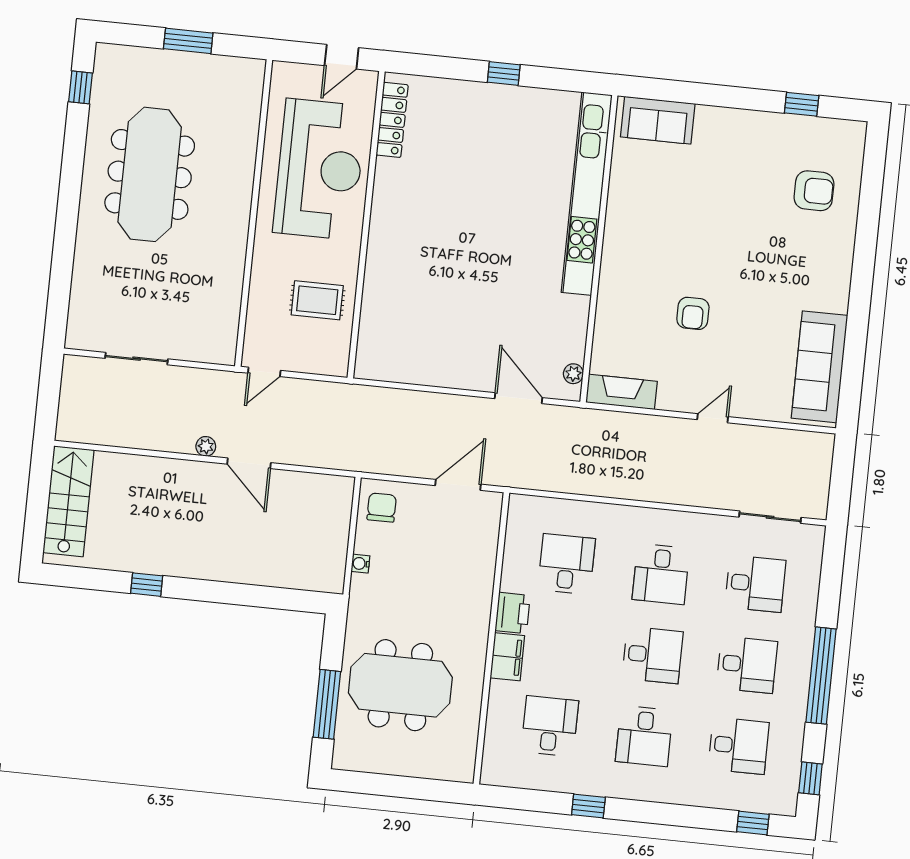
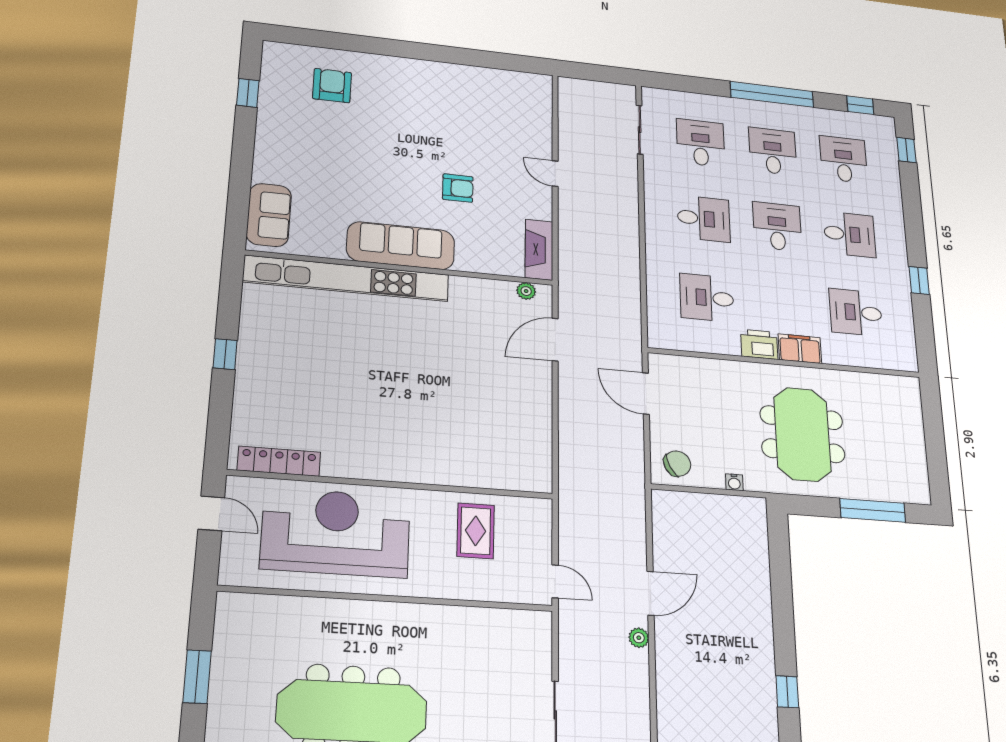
sofa: (820, 367) -> (401, 246), moved, turned 180
chair: (382, 508) -> (677, 464), turned 153
meeting table: (400, 685) -> (802, 434), moved

